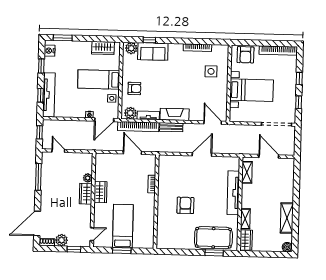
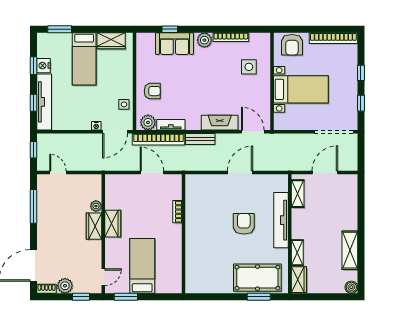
plant: (131, 48) -> (204, 40), moved
nightstand: (50, 51) -> (43, 66), moved
bed: (99, 79) -> (84, 59), moved, turned -90
fireplace: (175, 114) -> (220, 123), moved
door: (269, 156) -> (325, 173), hinge flipped
armchair: (185, 205) -> (244, 224), moved
window: (122, 250) -> (126, 297), moved

